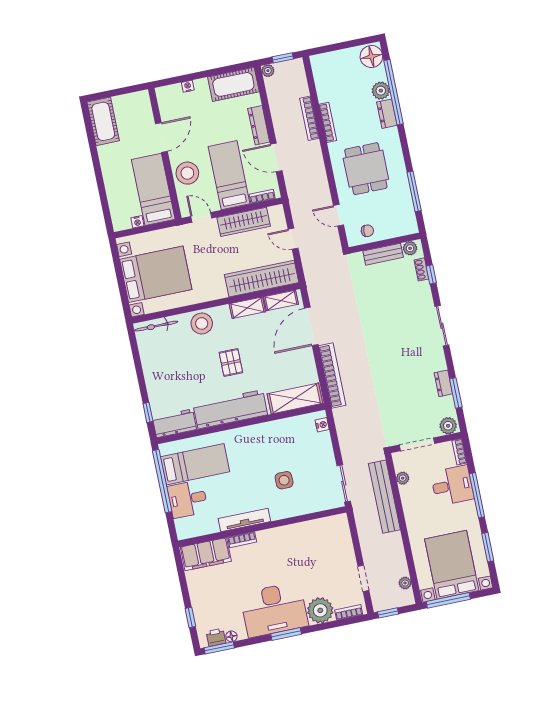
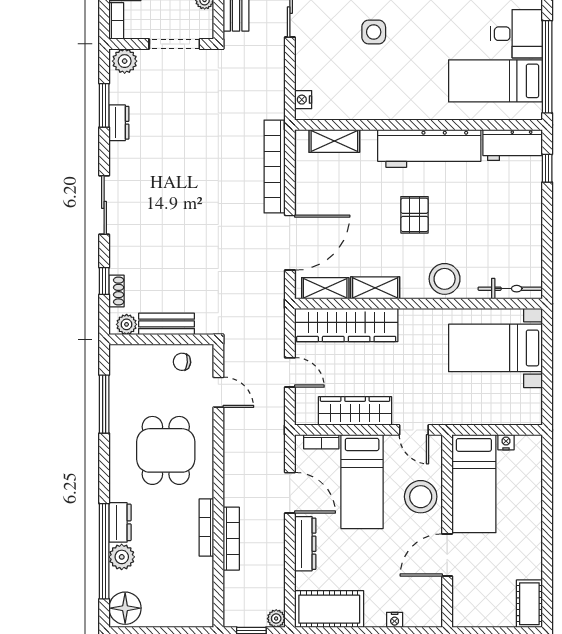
cot: (103, 121) -> (529, 604), width x0.73, depth x0.75
bed with nightstands: (156, 274) -> (495, 348), width x0.73
shelving: (295, 399) -> (334, 141), width x0.67, depth x0.75

